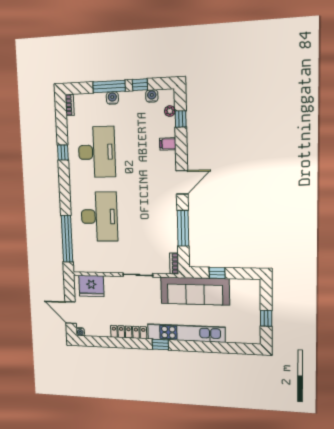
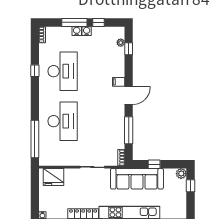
water cooler: (152, 96) -> (87, 31), moved
filing cabinet: (168, 144) -> (119, 82), moved
plant: (253, 286) -> (181, 174), added
door: (71, 313) -> (35, 199), removed
window: (266, 318) -> (190, 186), moved

